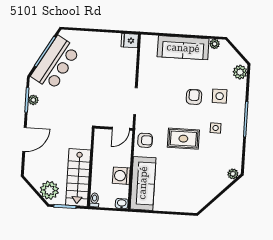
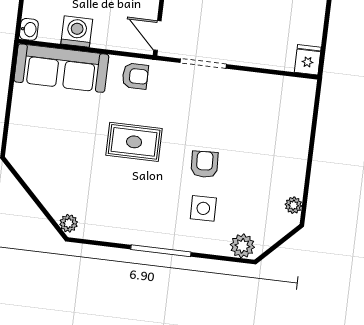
sofa: (183, 48) -> (290, 151), removed
armchair: (194, 97) -> (205, 164), turned -93
side table: (216, 128) -> (149, 198), removed
rug: (183, 139) -> (134, 142), turned 90
armchair: (145, 140) -> (135, 76), turned -90

